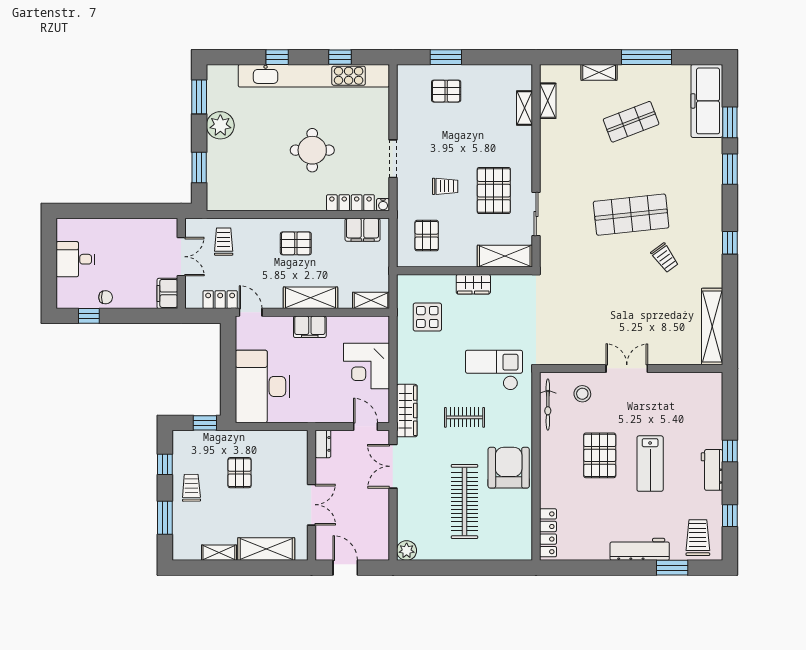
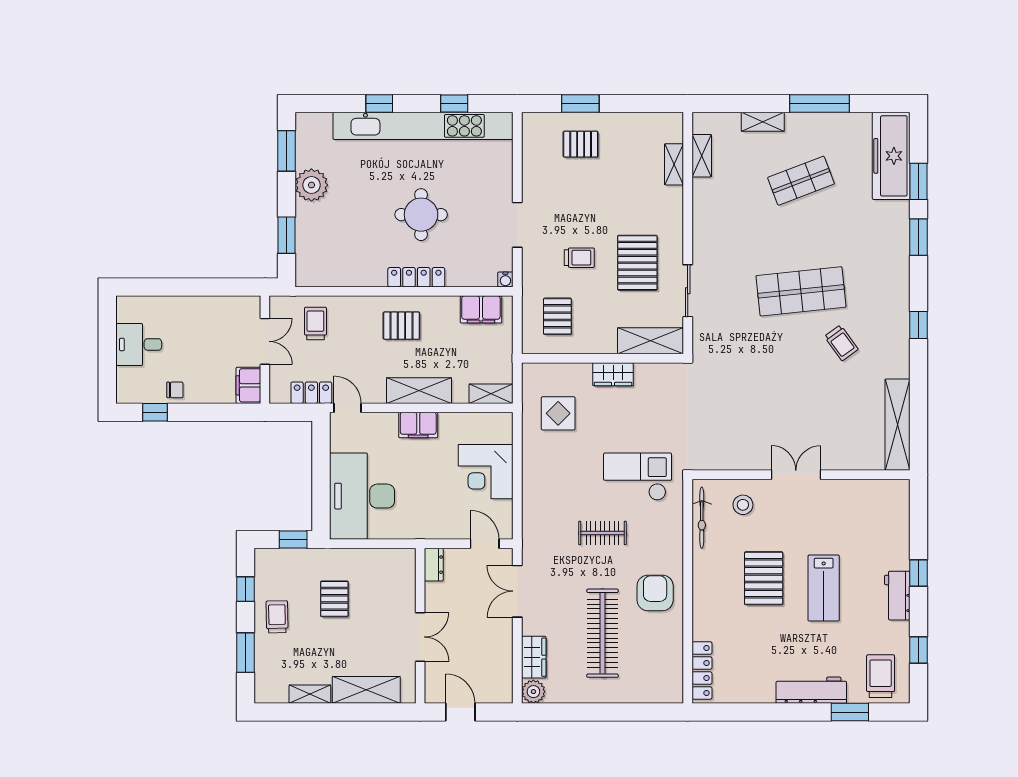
locker: (350, 203) -> (416, 277), moved
wardrobe: (407, 411) -> (534, 657), moved, width x0.67
armchair: (509, 468) -> (655, 593), width x0.73, depth x0.73

